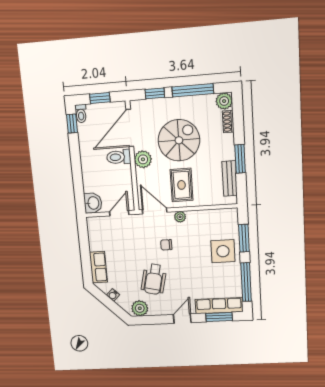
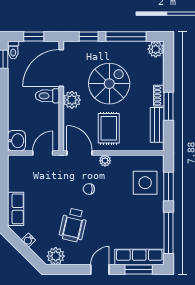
shoe rack: (228, 122) -> (159, 96), moved
side table: (223, 251) -> (145, 183), moved

